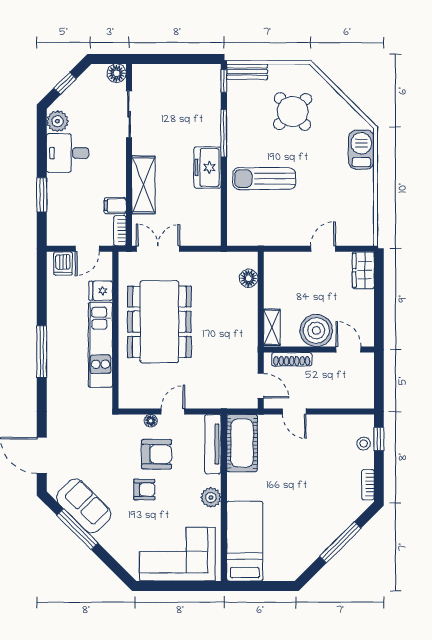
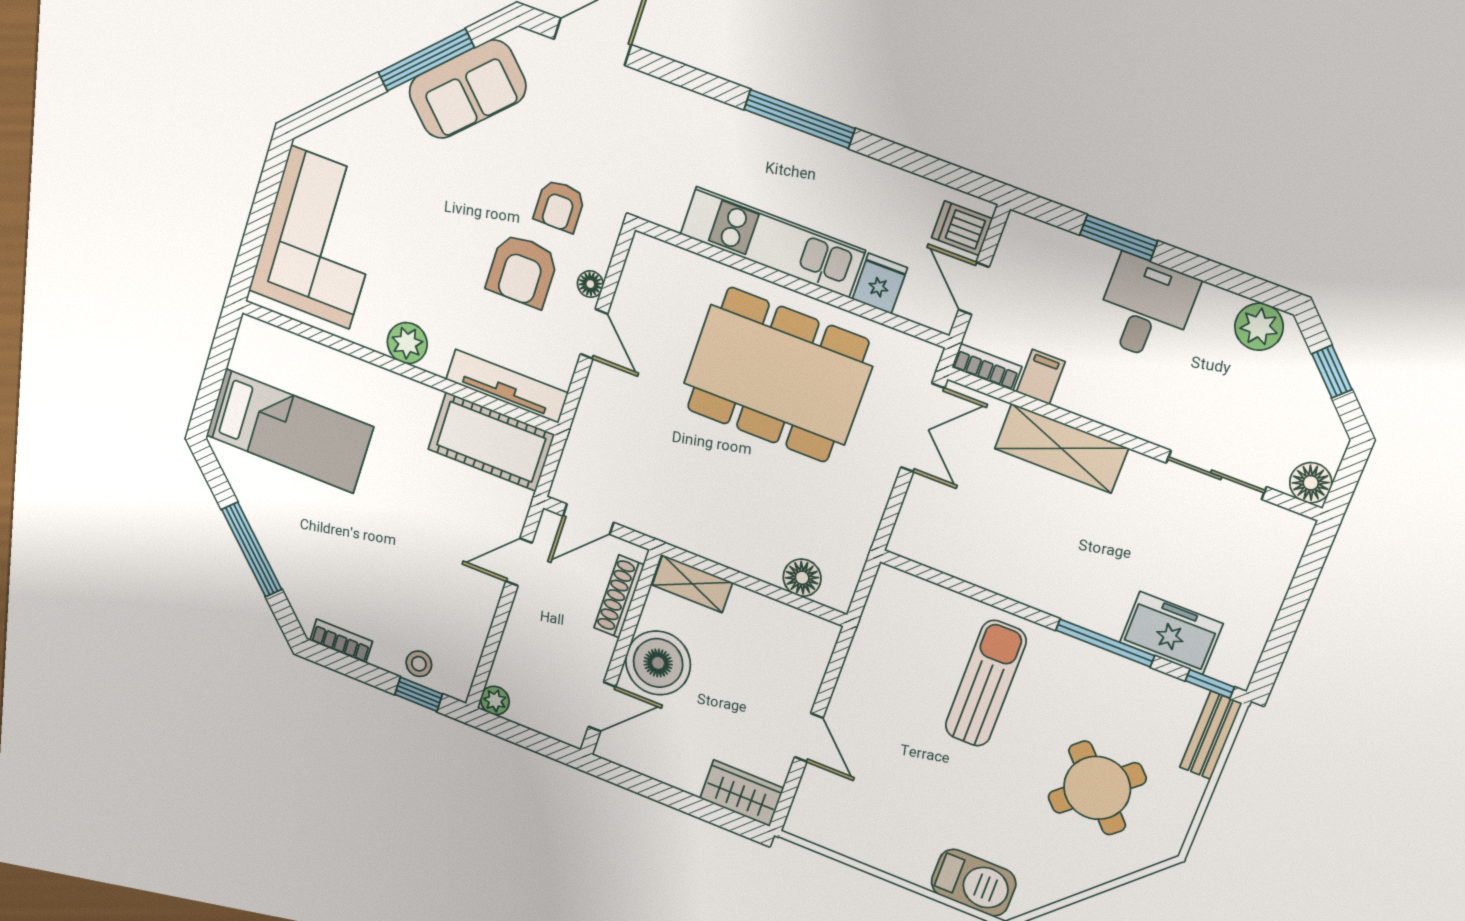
desk: (68, 153) -> (1146, 308), moved
freezer: (208, 167) -> (1171, 633), moved
plant: (367, 401) -> (495, 701), added
armchair: (144, 489) -> (559, 206), moved
bed: (245, 541) -> (290, 431), moved

